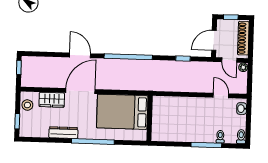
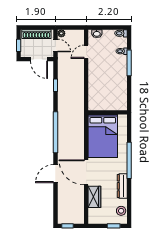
door: (229, 60) -> (55, 46), hinge flipped
stool: (27, 105) -> (121, 211), moved

